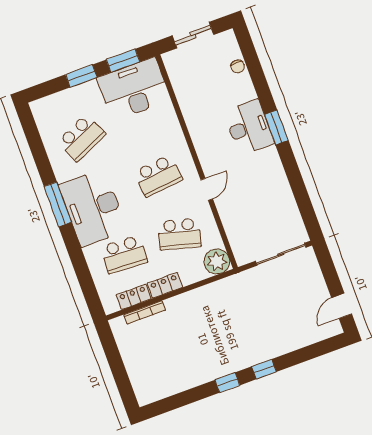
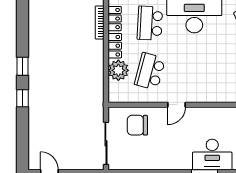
school desk: (158, 176) -> (201, 71), removed
door: (207, 189) -> (176, 105), hinge flipped
chair: (247, 226) -> (137, 125), added
plant: (217, 261) -> (118, 70), moved

